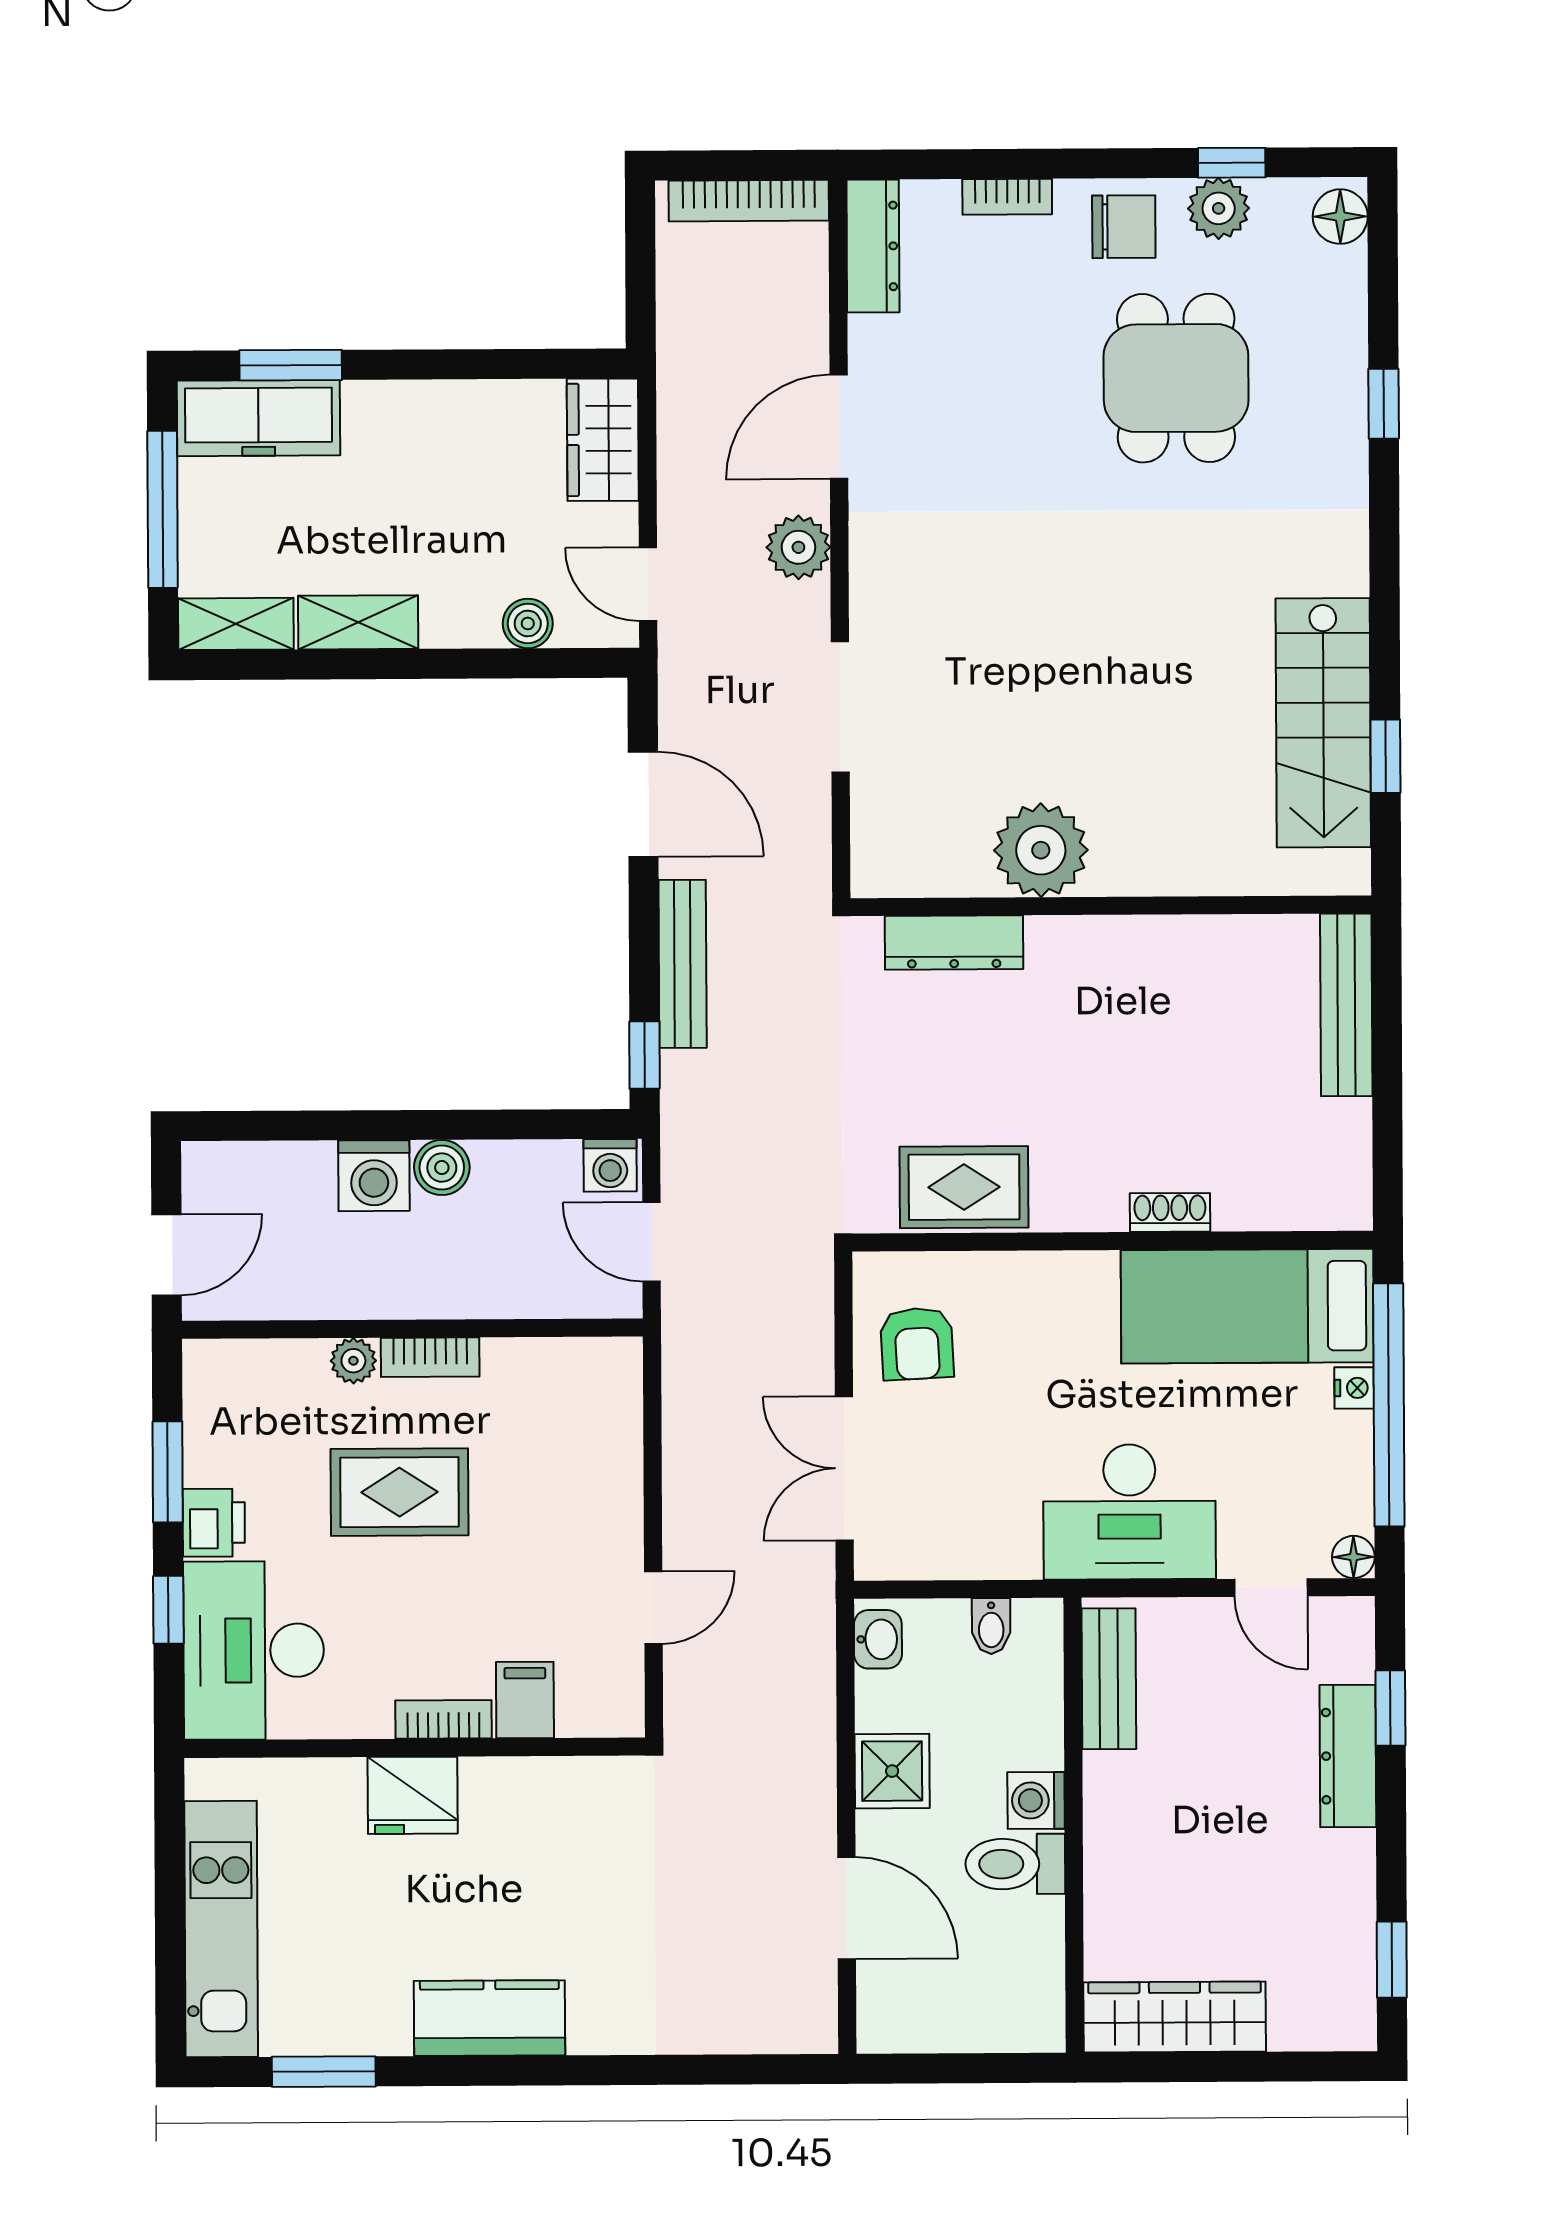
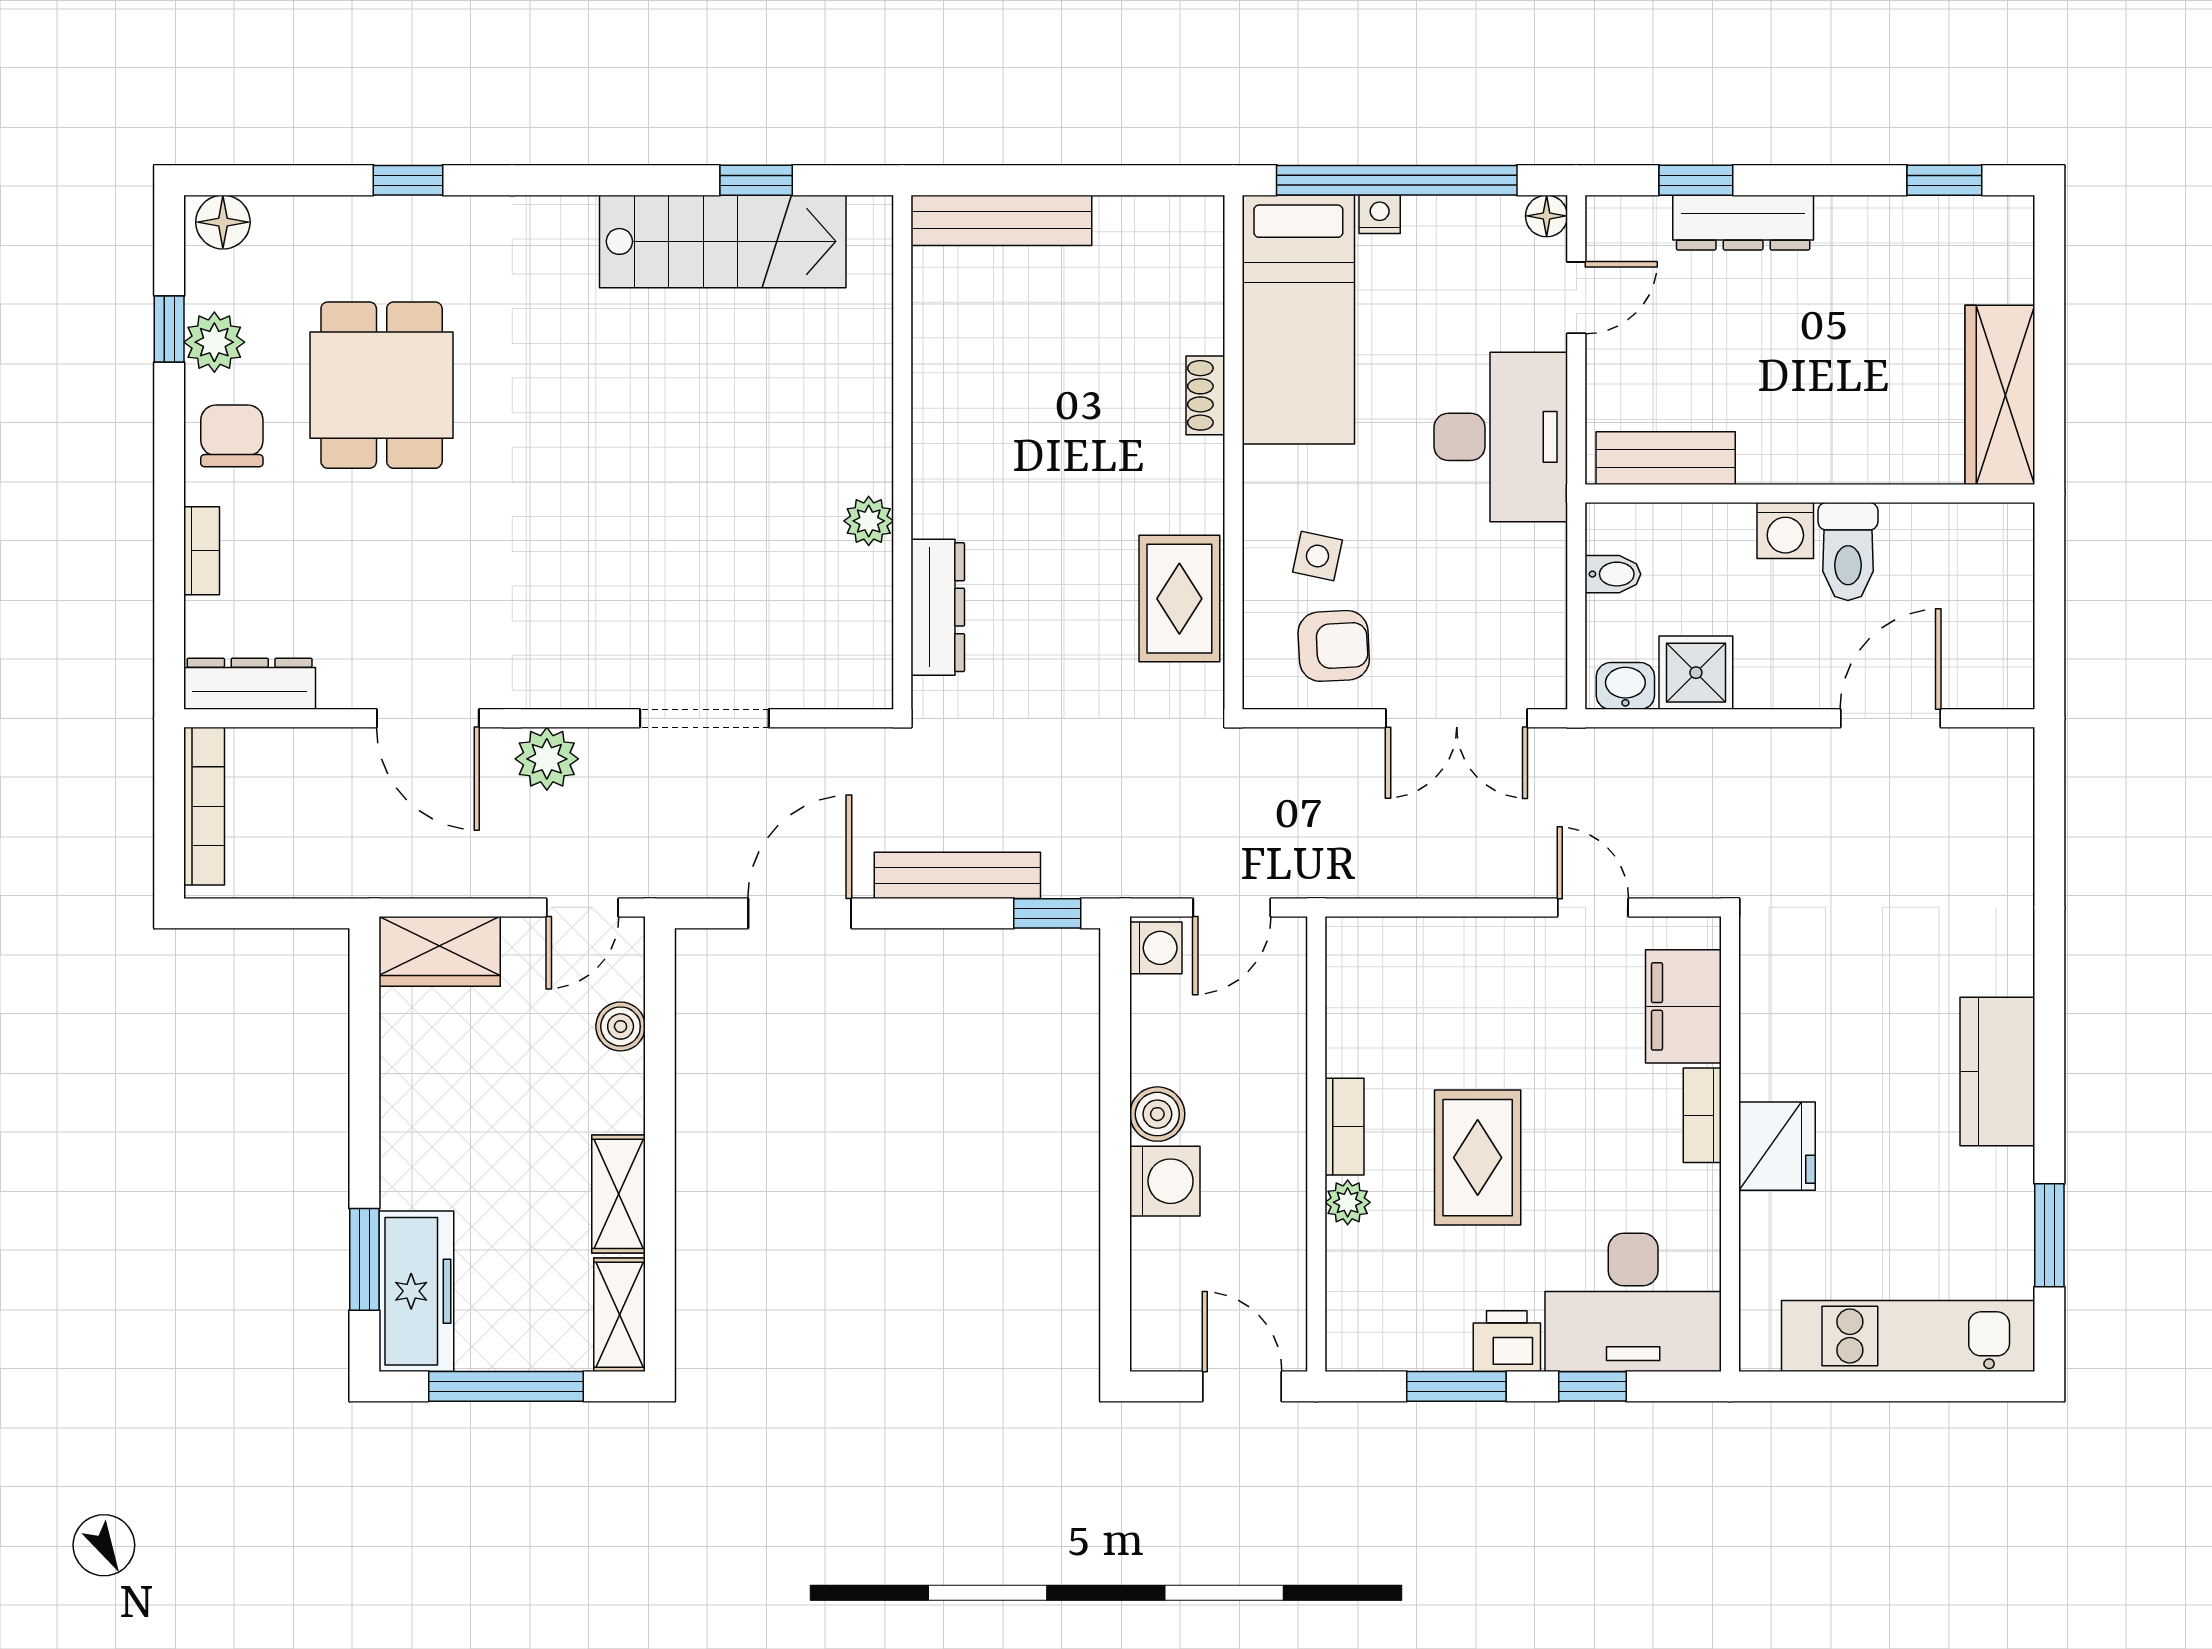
dining table: (1176, 378) -> (382, 385), turned 90
plant: (1041, 850) -> (869, 521), width x0.53, depth x0.53
side table: (1008, 1327) -> (1317, 556), added
filing cabinet: (525, 1700) -> (1683, 1006), width x2.00
shower: (892, 1771) -> (1696, 673), moved

